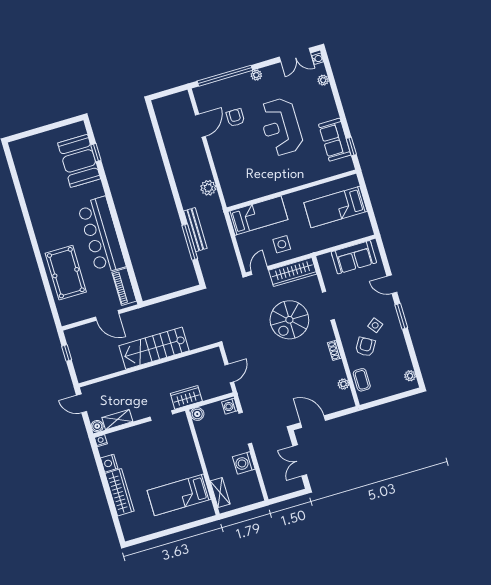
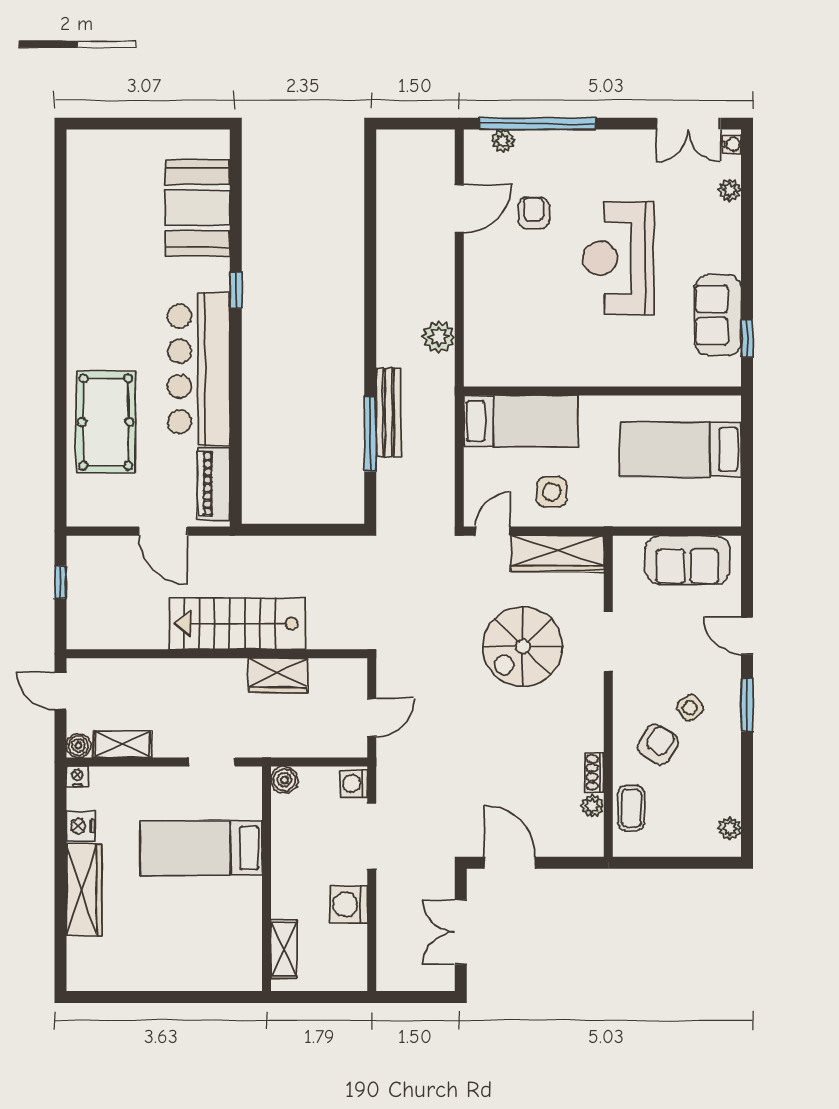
plant: (256, 75) -> (503, 141), moved
window: (96, 153) -> (236, 290), moved
shoe rack: (335, 350) -> (594, 772), moved
wardrobe: (186, 397) -> (278, 675), moved, turned 180
bed: (179, 495) -> (201, 848), moved

